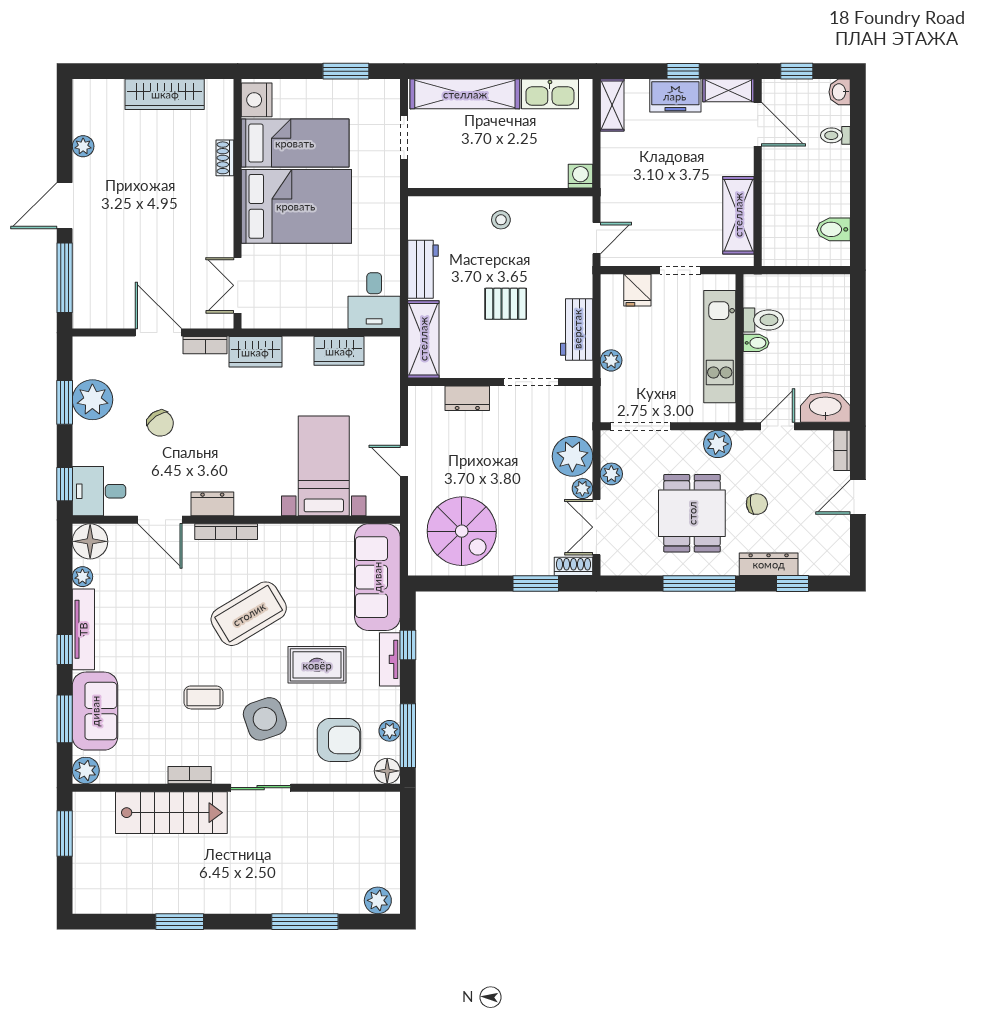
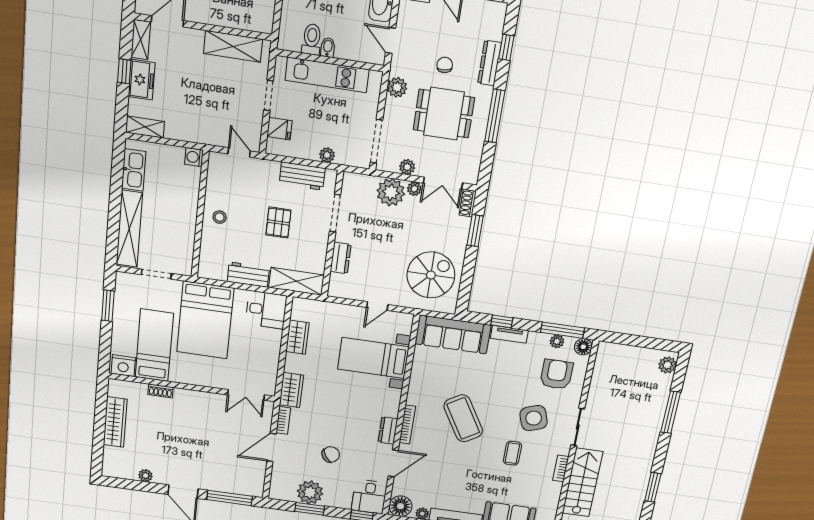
bed: (296, 206) -> (205, 320), moved, turned 180
rug: (317, 665) -> (504, 381), removed

